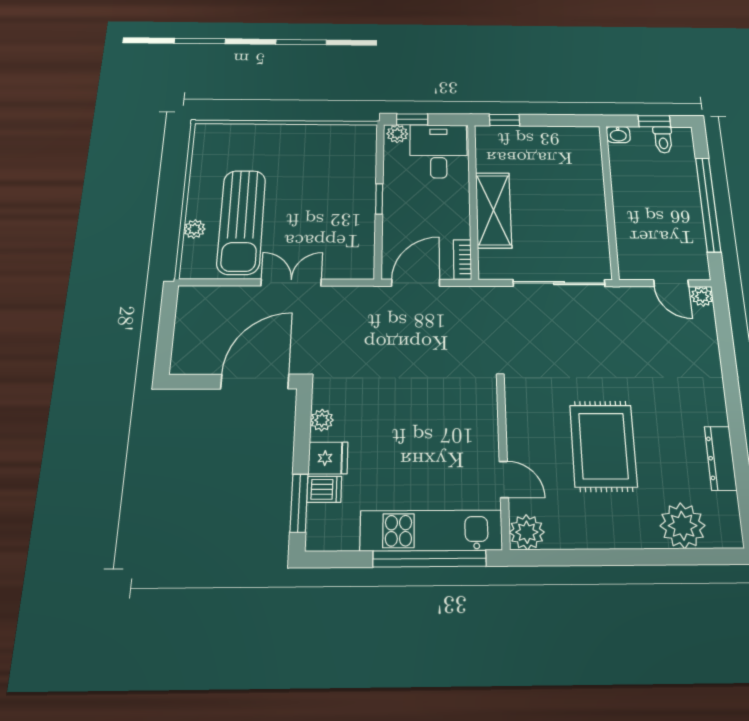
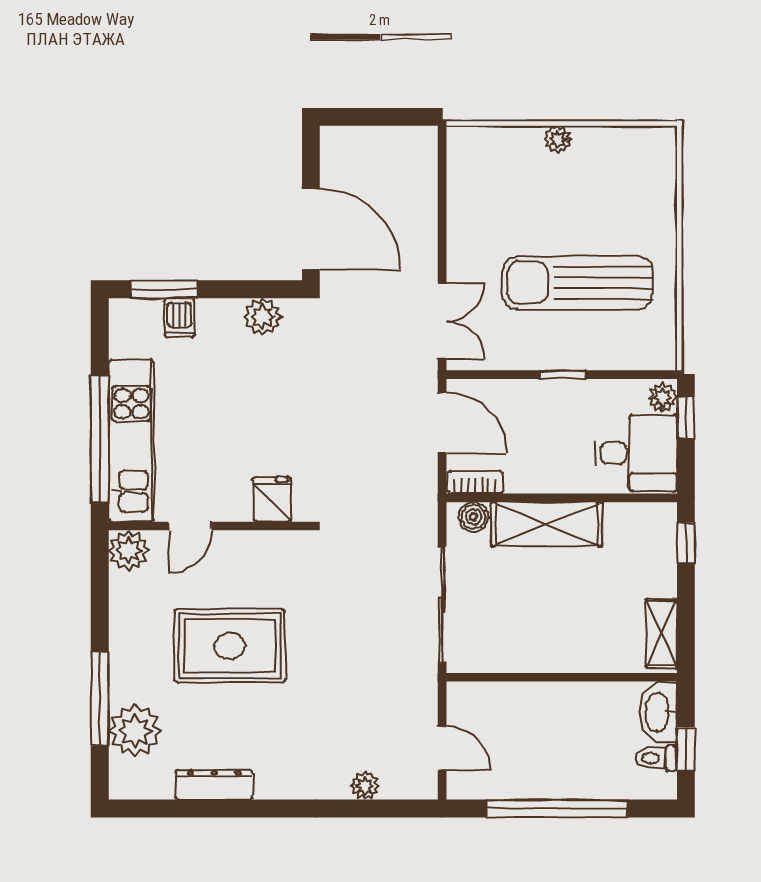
washbasin: (618, 134) -> (658, 712), width x1.91, depth x1.45
shelving: (571, 136) -> (662, 633), added
sun lounger: (241, 222) -> (578, 283), moved
plant: (194, 229) -> (558, 139), moved
boiler: (489, 261) -> (473, 517), added
double door: (291, 283) -> (442, 321), moved
door: (671, 283) -> (442, 748), swing flipped
plant: (702, 296) -> (365, 786), moved
plant: (322, 420) -> (262, 317), width x1.38, depth x1.38
fridge: (328, 458) -> (272, 499), moved, turned 180
window: (657, 557) -> (100, 698), added

